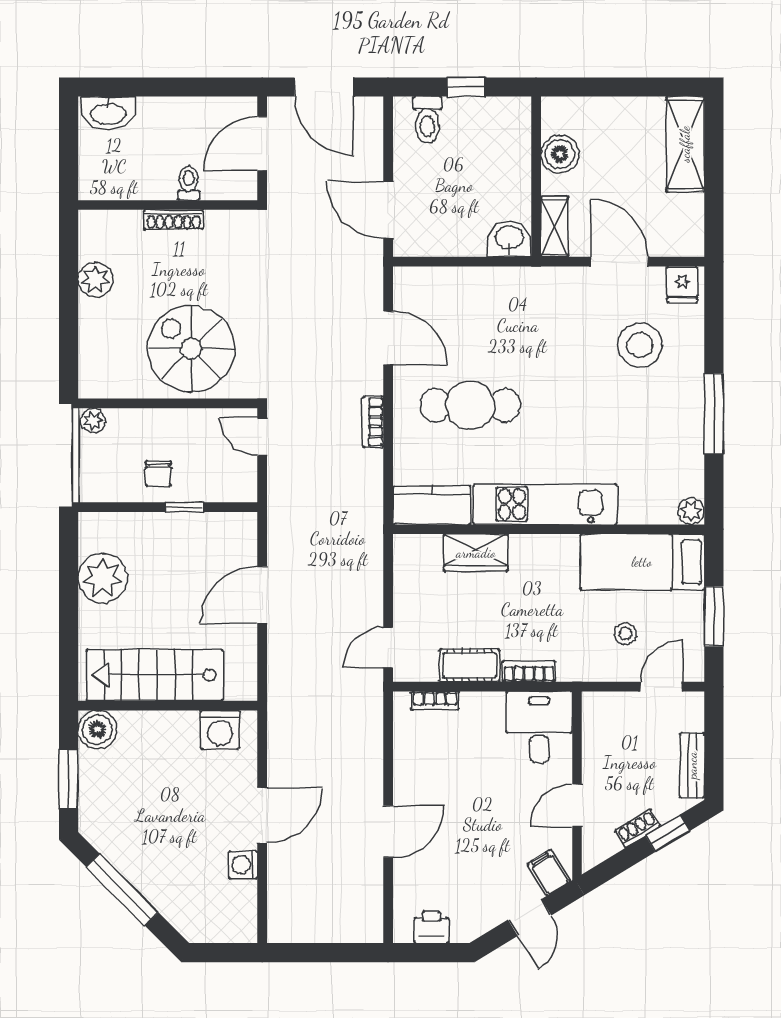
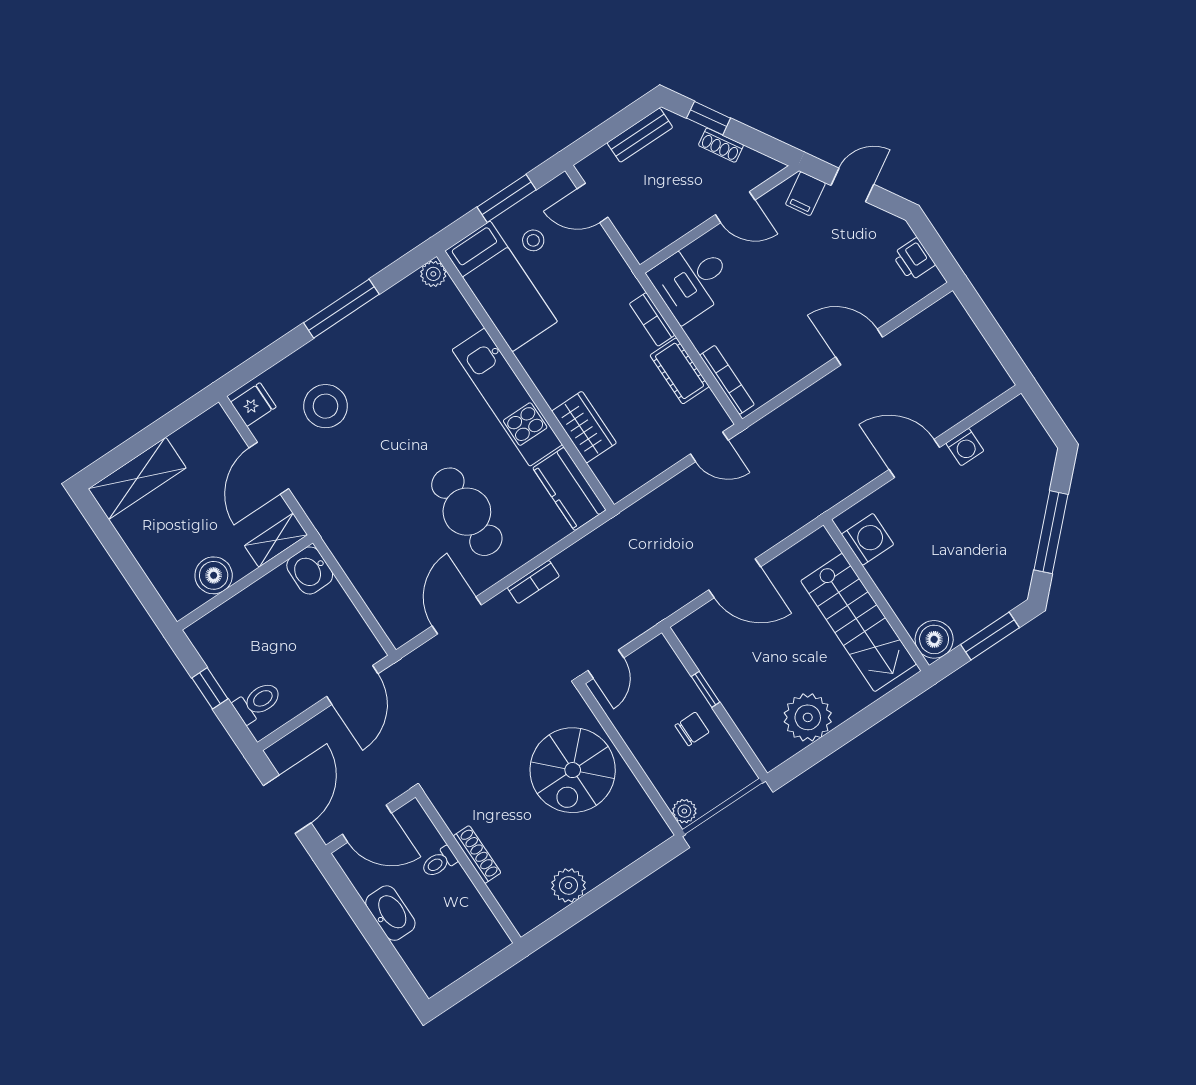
washbasin: (109, 113) -> (390, 913), moved
stool: (625, 634) -> (533, 240), moved
bookcase: (435, 701) -> (727, 380), width x1.56

